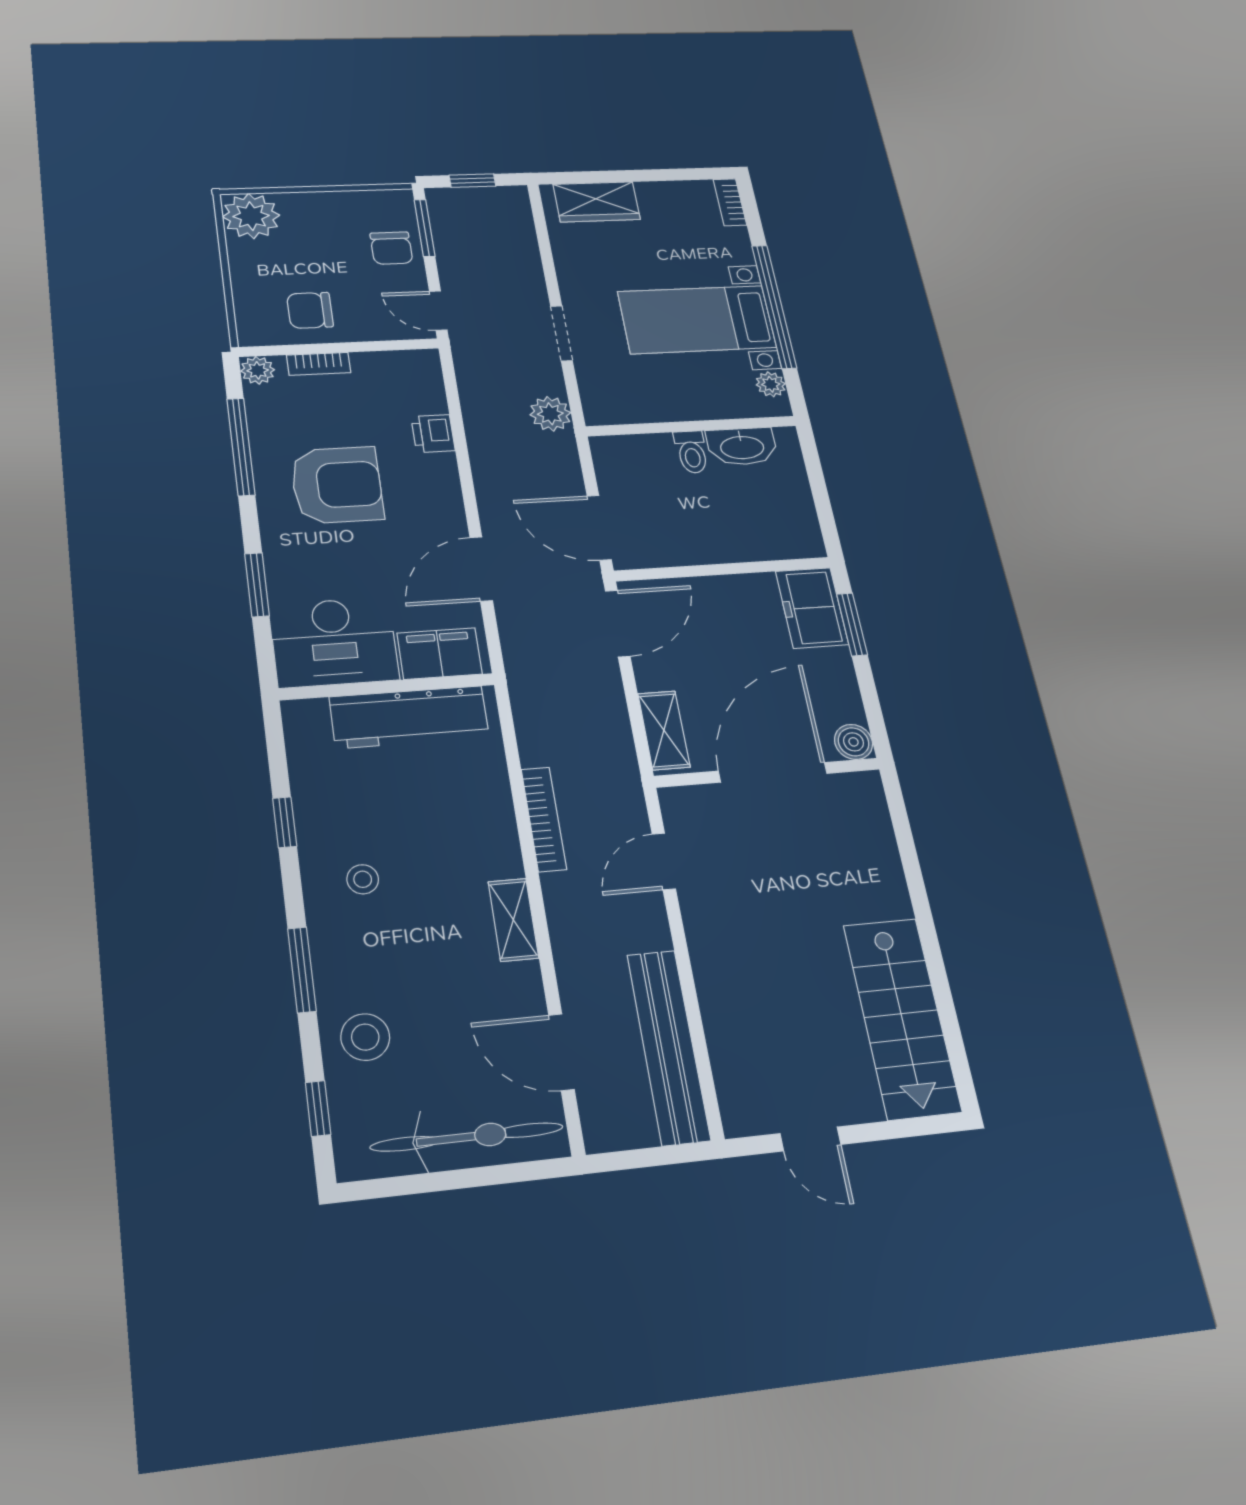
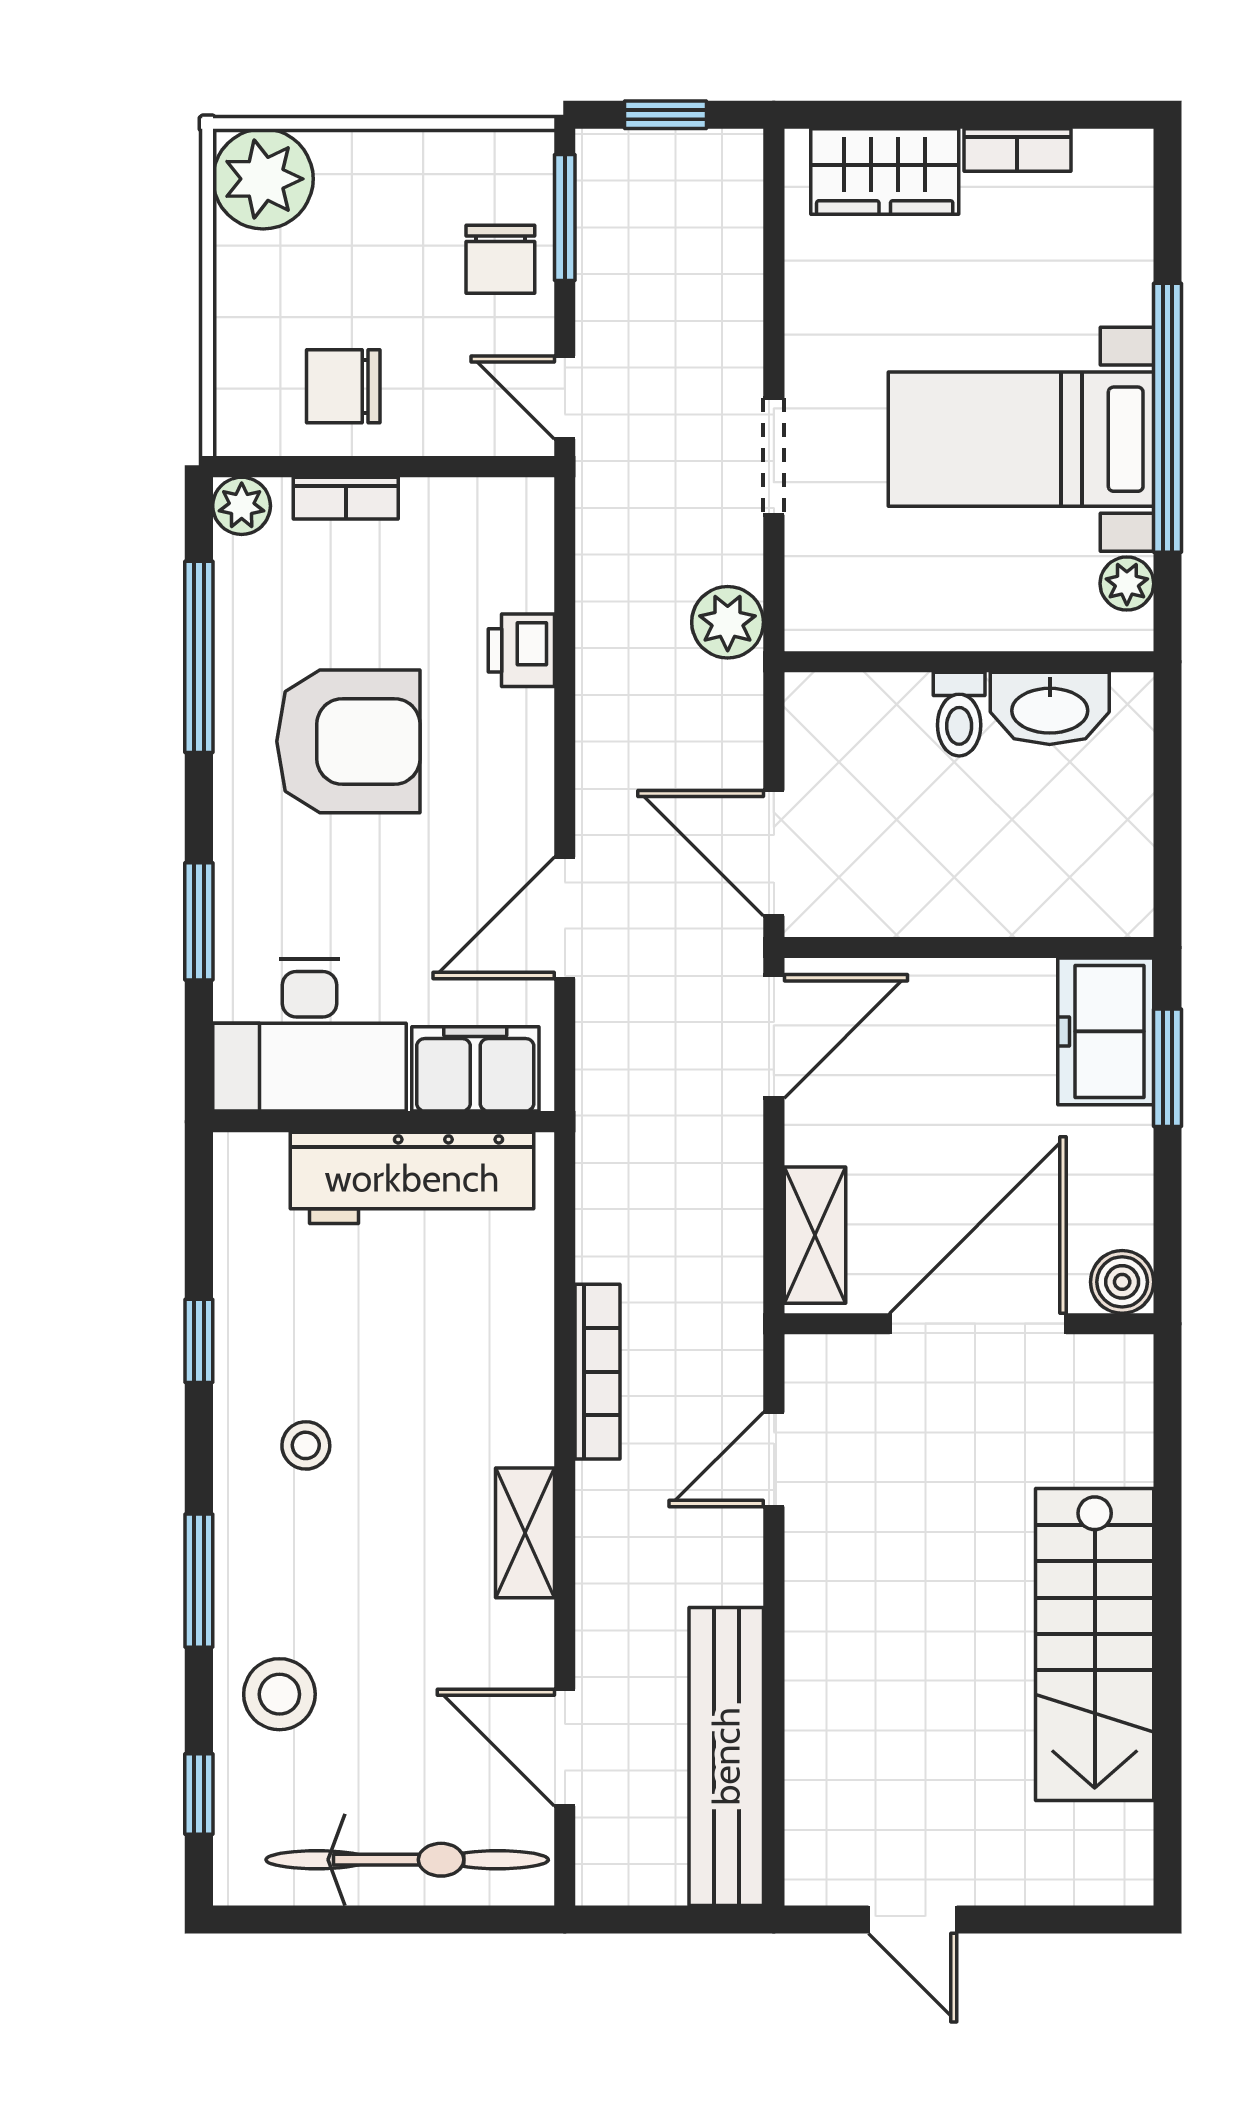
bookcase: (730, 202) -> (1017, 150), moved, turned -90
stairs: (902, 1018) -> (1095, 1644), moved

